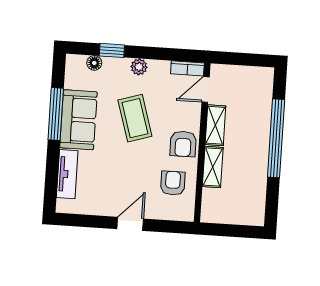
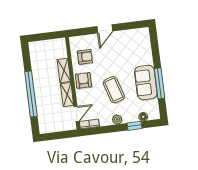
tv unit: (67, 174) -> (146, 50), removed
armchair: (173, 183) -> (85, 57), turned -90

